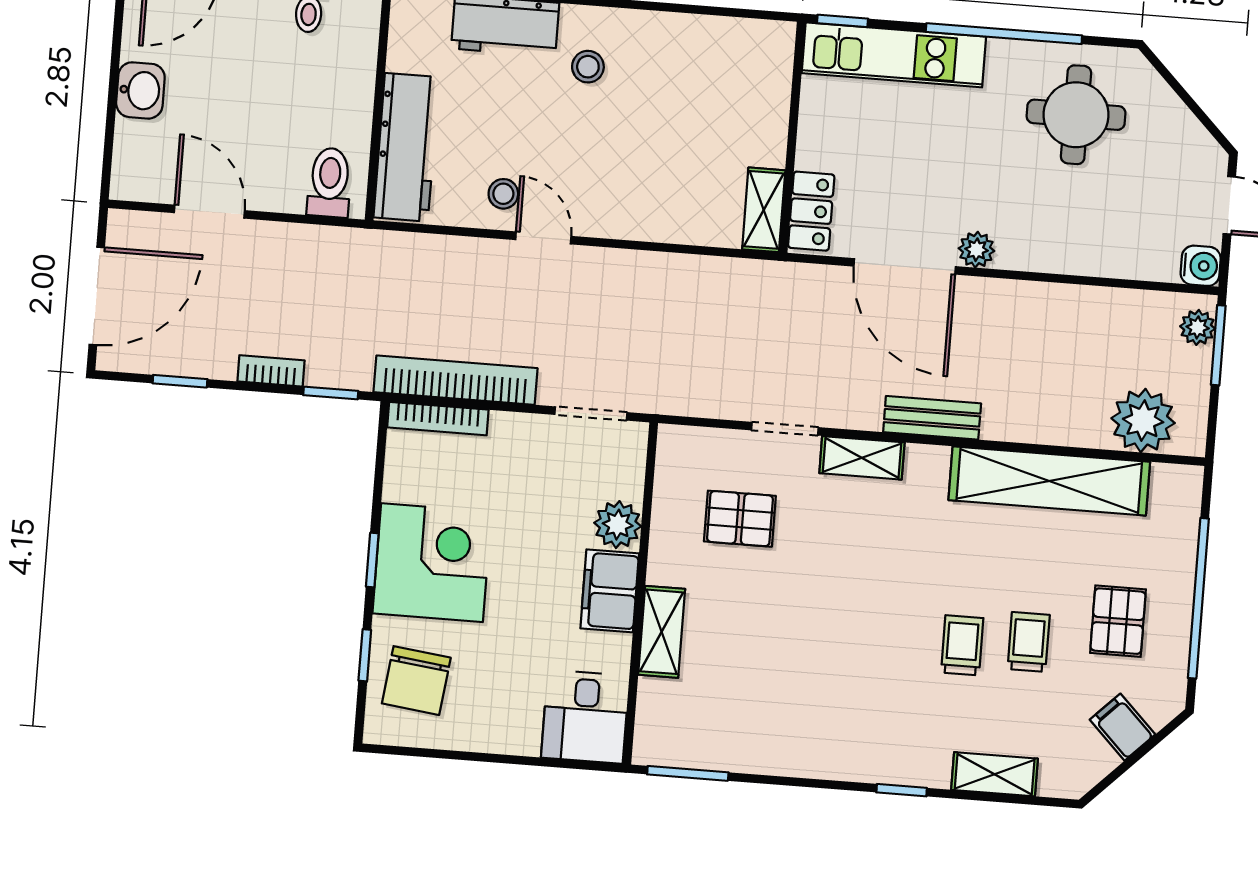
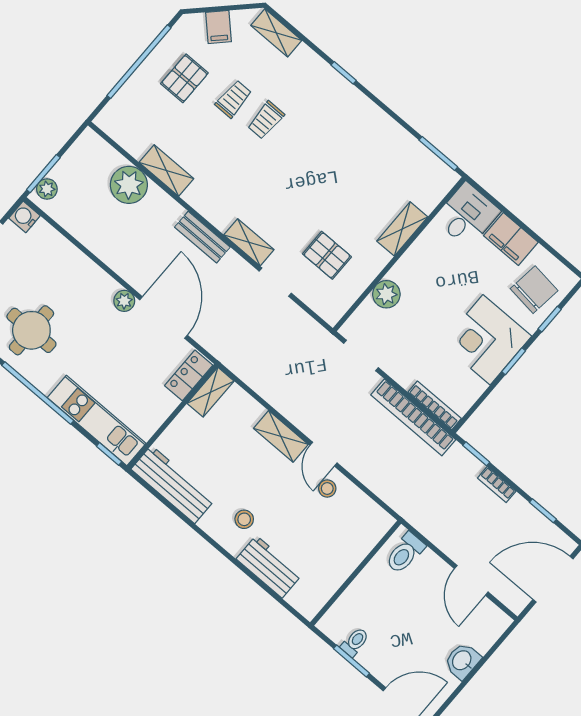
workbench: (406, 147) -> (173, 484), moved, turned 90
shelving: (621, 219) -> (281, 436), added
plant: (1143, 421) -> (129, 185), moved
shelving: (1049, 481) -> (166, 171), width x0.45, depth x0.75
filing cabinet: (610, 591) -> (511, 239), moved, turned 90
trolley: (1029, 642) -> (234, 99), turned 180
shelving: (995, 774) -> (276, 33), moved

